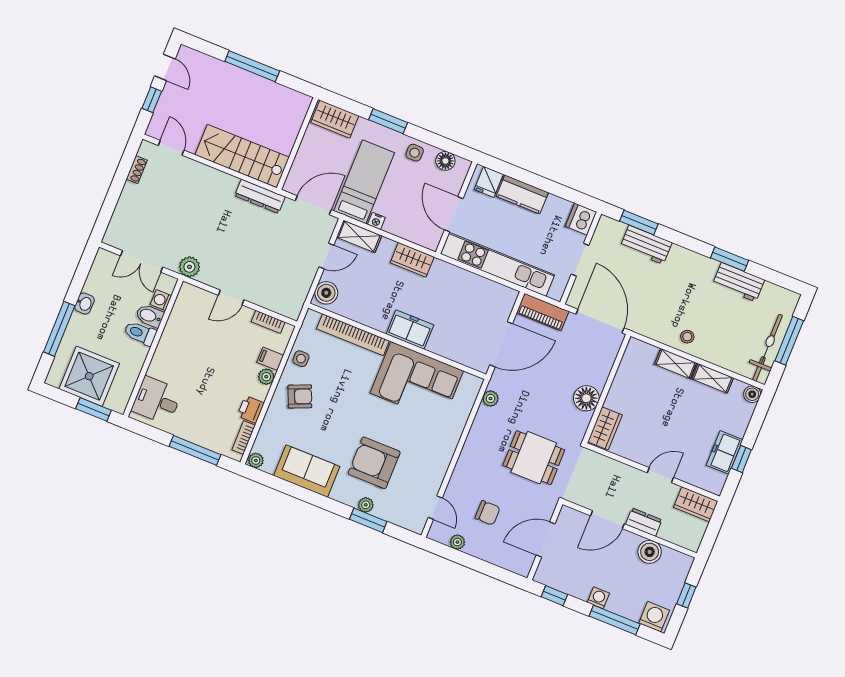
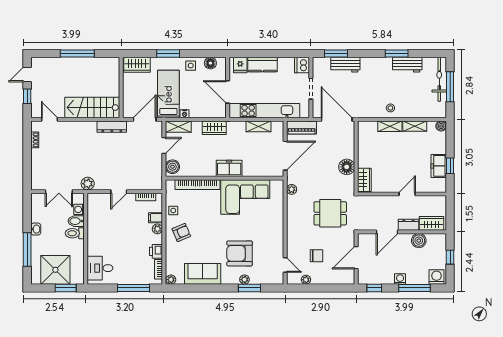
door: (165, 67) -> (27, 74), swing flipped
shelving: (479, 284) -> (259, 126), added
bicycle: (767, 348) -> (439, 79), moved
wardrobe: (696, 504) -> (432, 223), moved, turned 180

